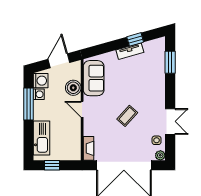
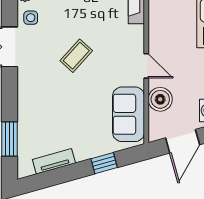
window: (135, 39) -> (104, 163), moved
tv unit: (130, 51) -> (54, 161), moved

